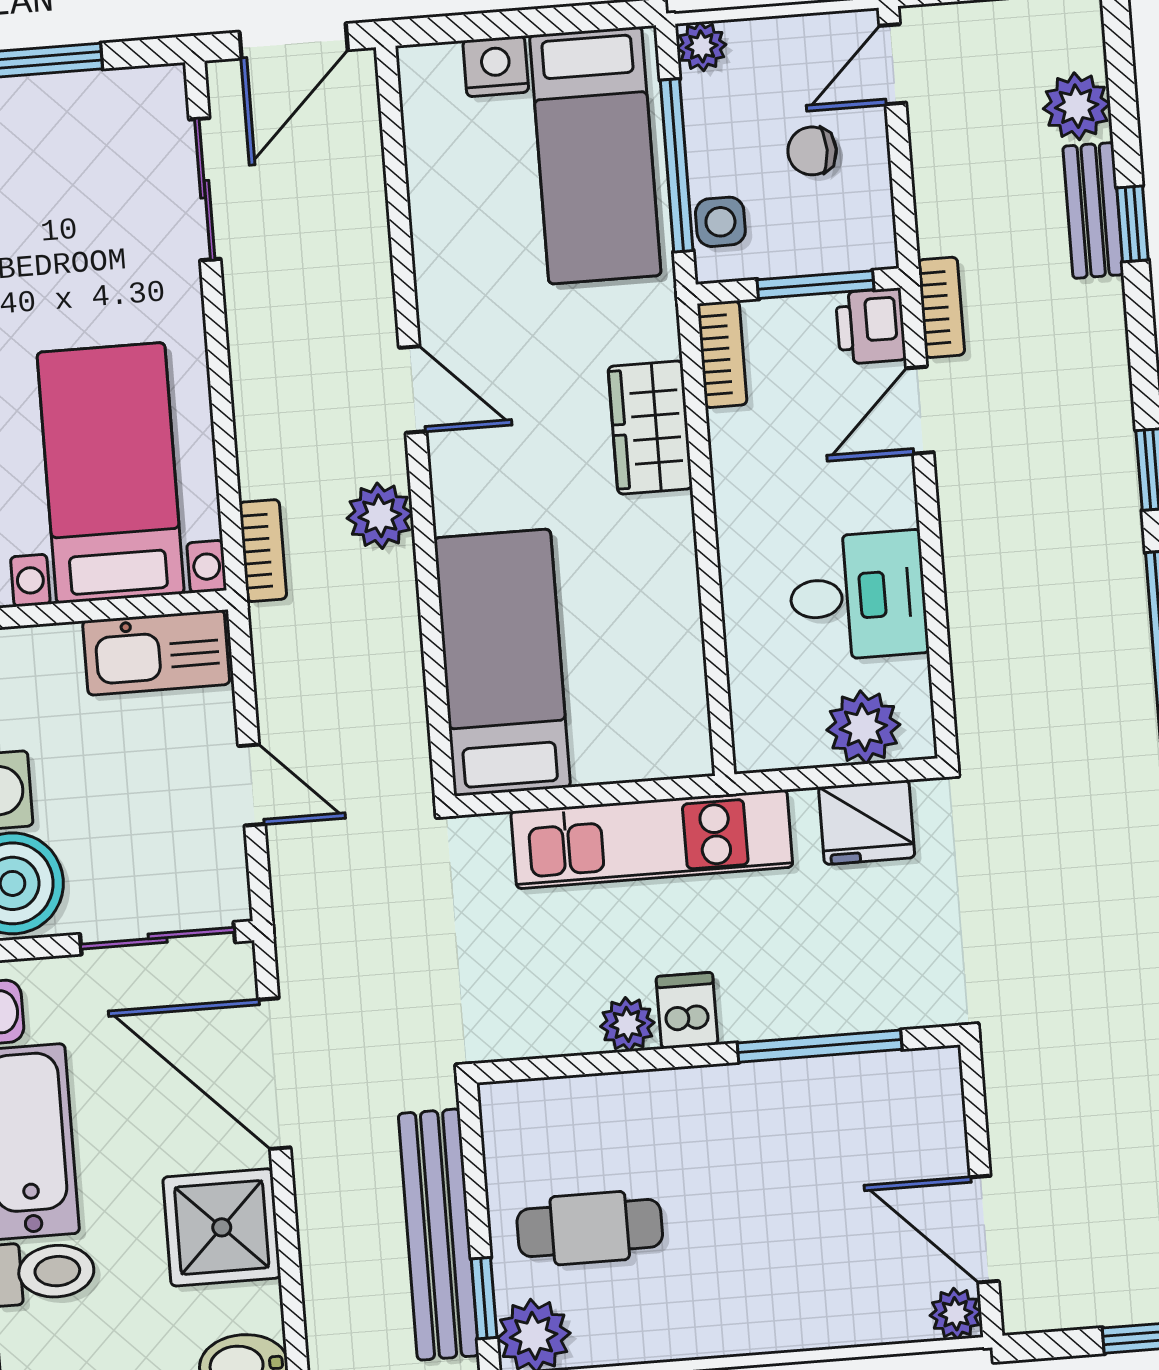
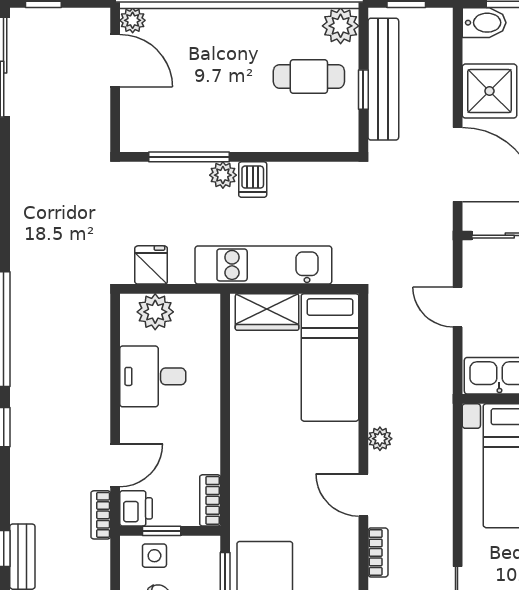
side table: (720, 222) -> (154, 556), moved
window: (816, 285) -> (162, 531), width x0.67
wardrobe: (650, 427) -> (267, 312), moved, turned 90
plant: (380, 516) -> (380, 439), width x0.73, depth x0.73
bookcase: (263, 551) -> (378, 552), moved, turned 180
fridge: (867, 822) -> (151, 265), width x0.72
plant: (627, 1024) -> (223, 175), moved
window: (484, 1298) -> (363, 90), moved

